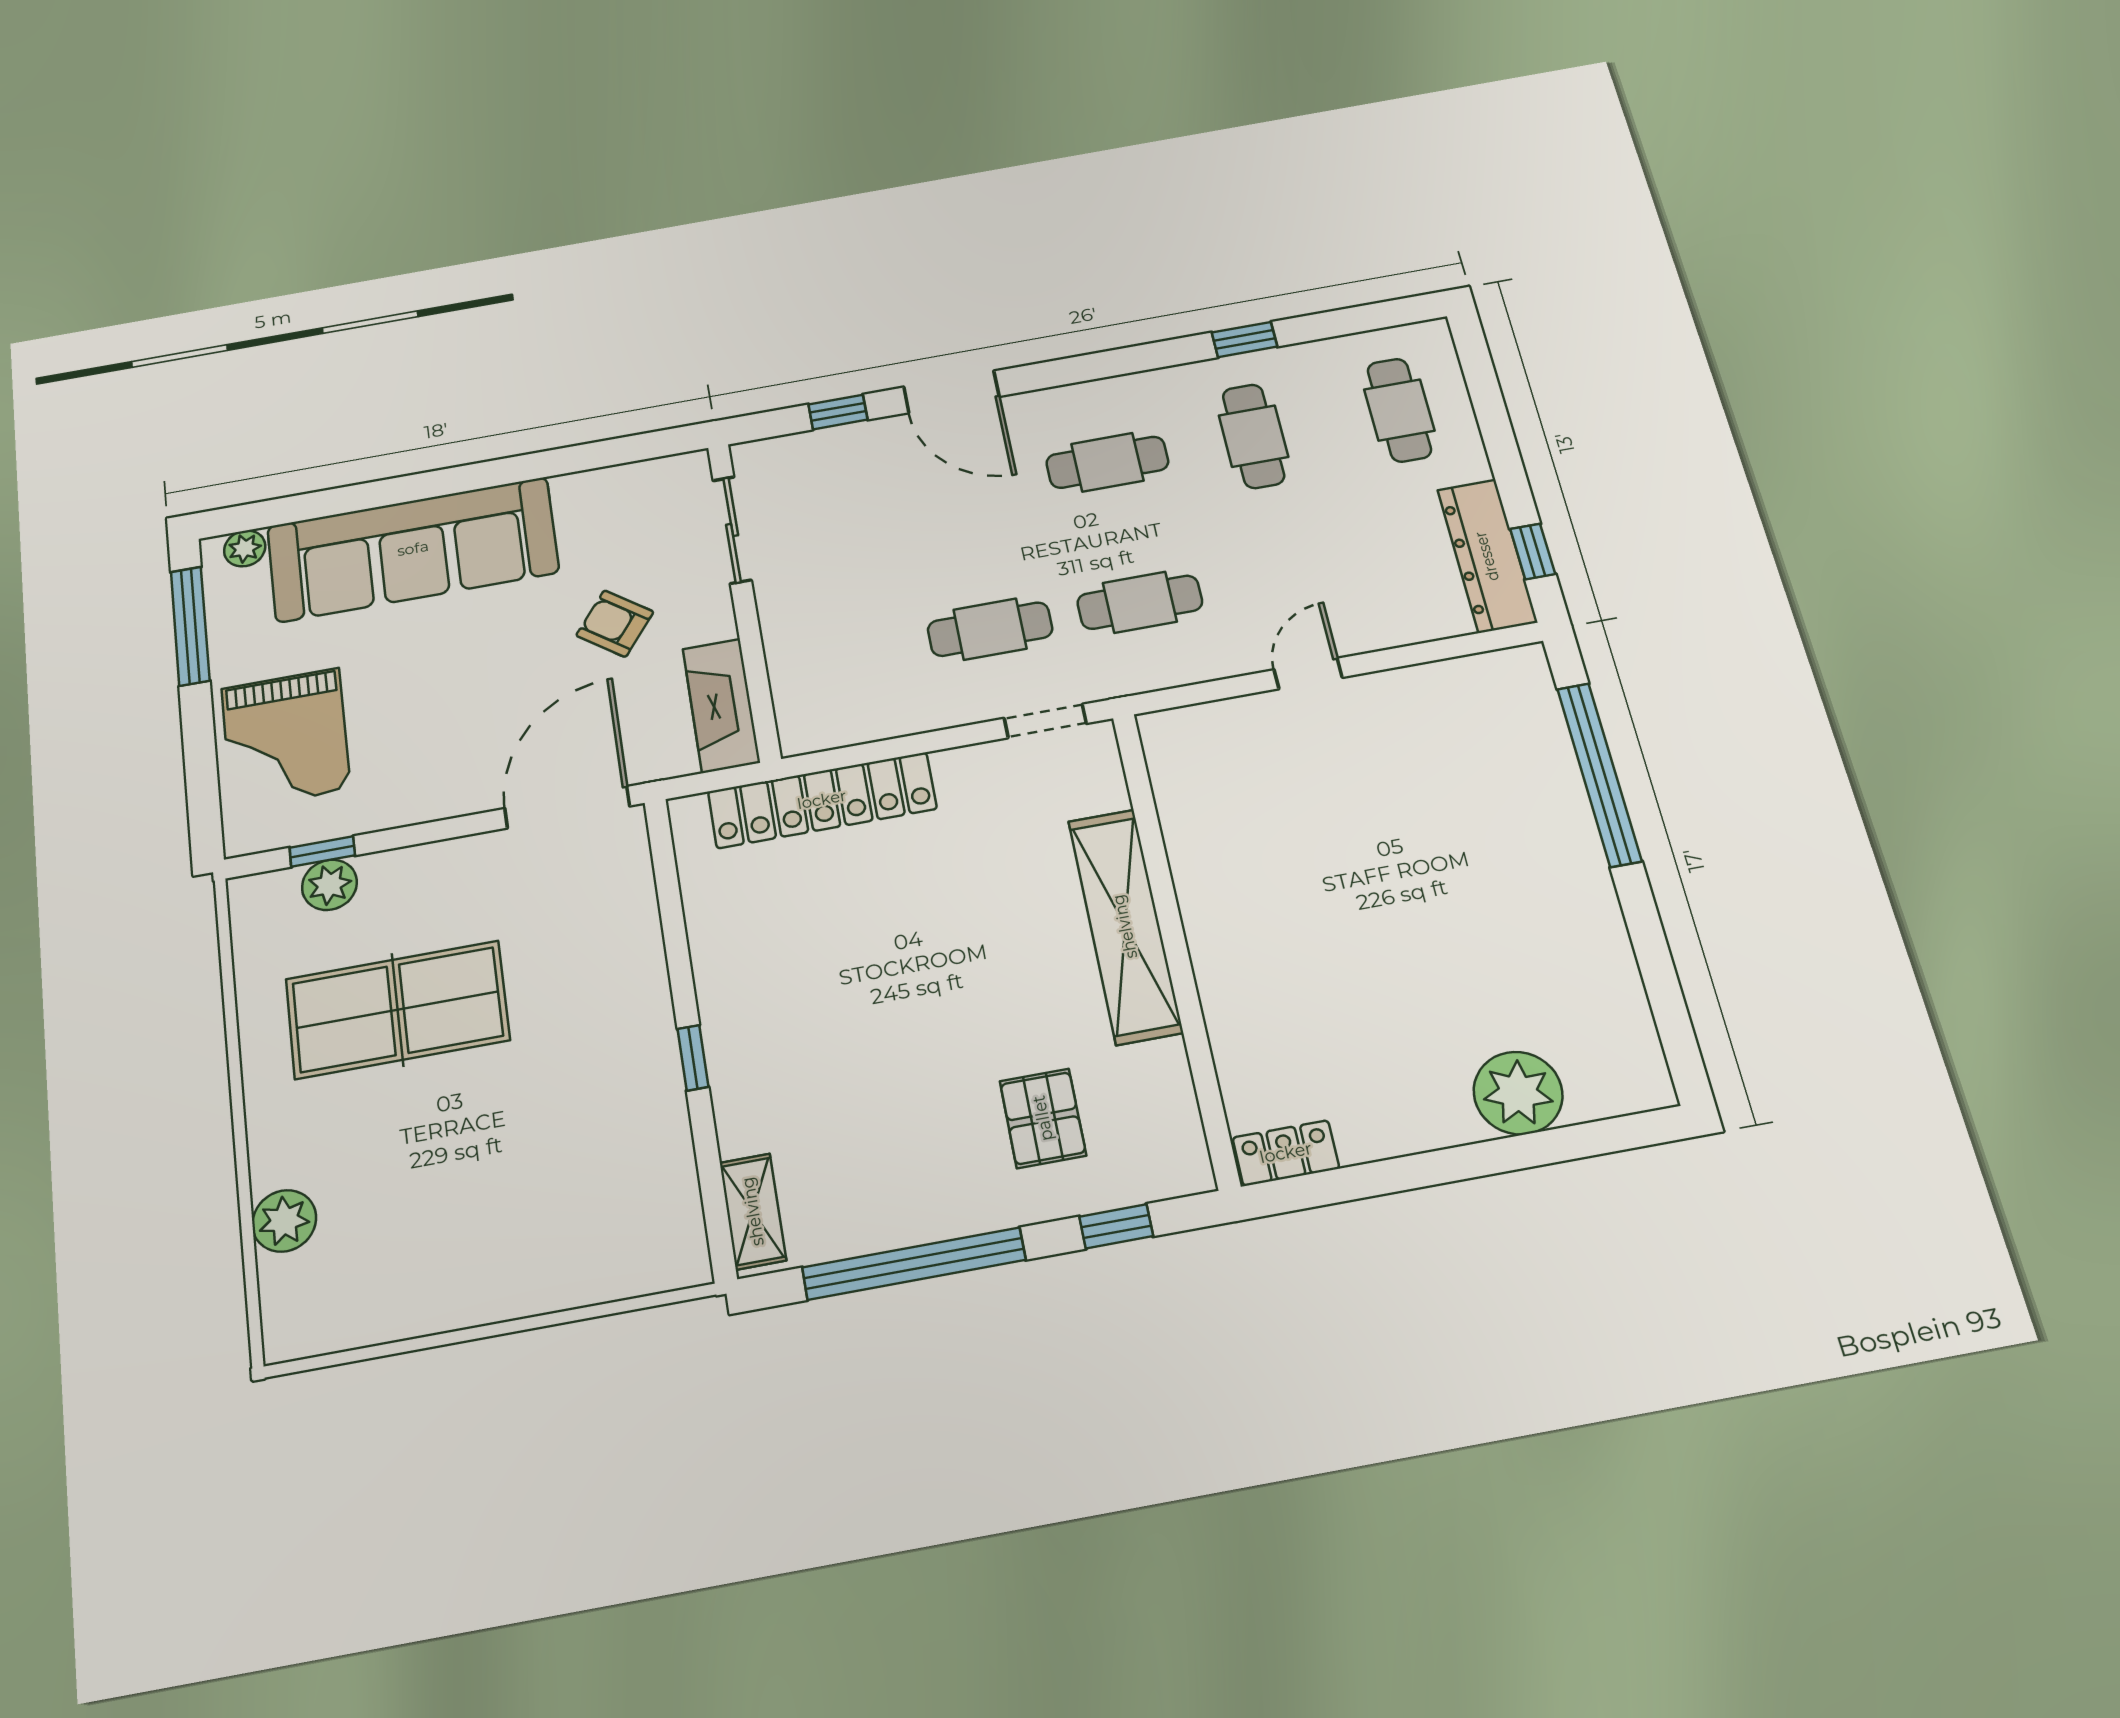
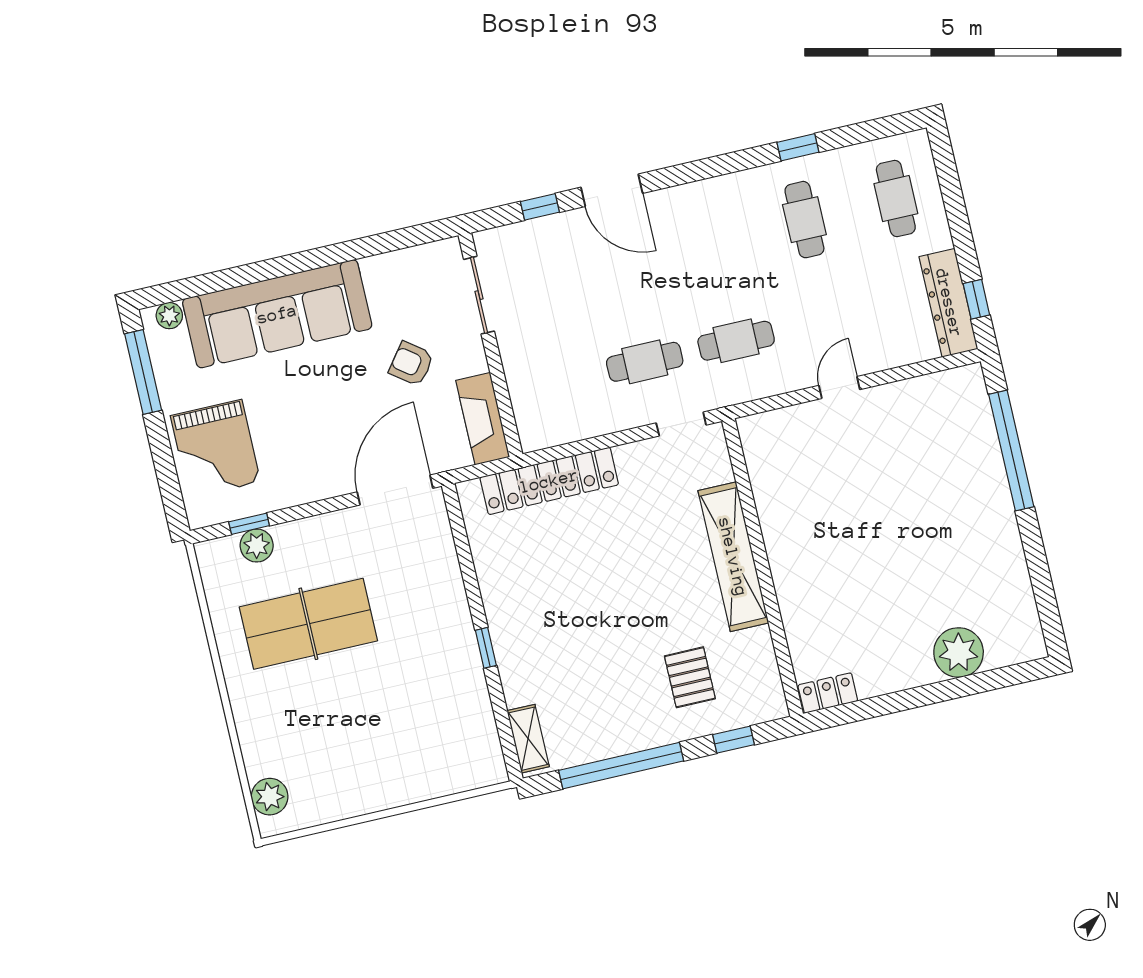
cafe table: (1107, 462) -> (713, 241), removed
plant: (284, 1221) -> (270, 797), moved

